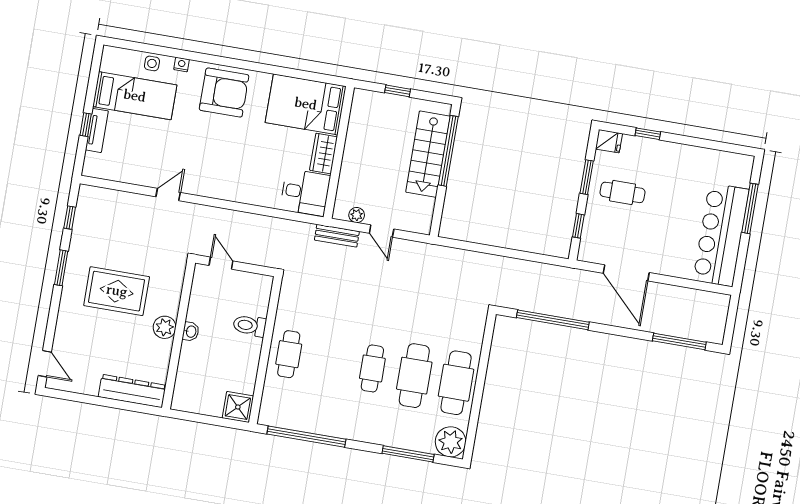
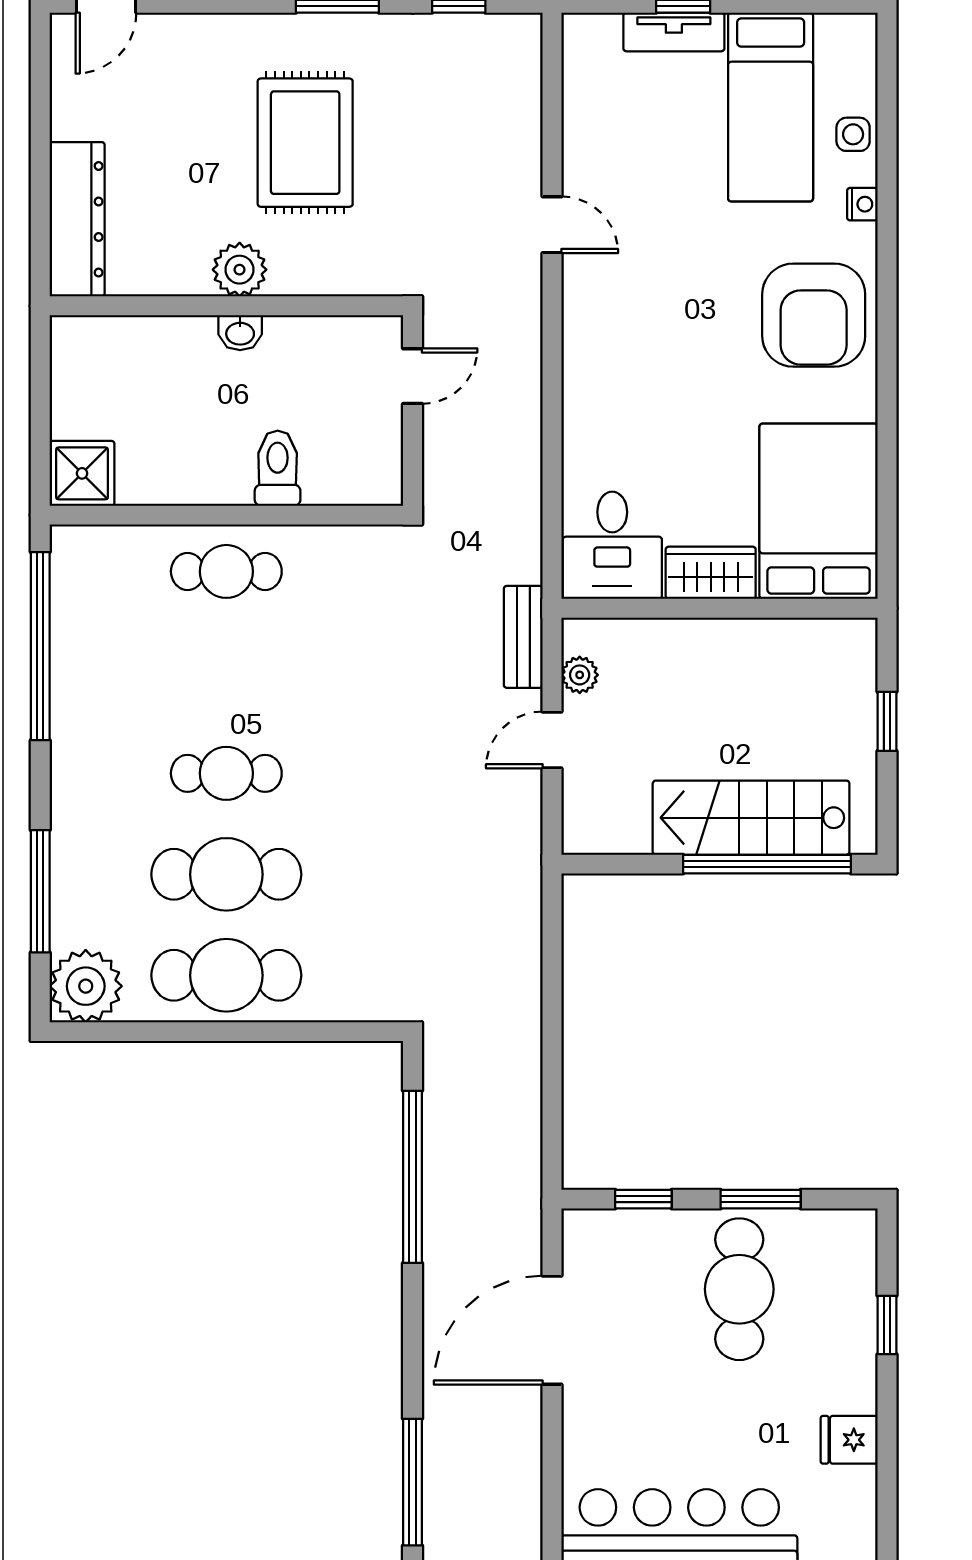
fridge: (609, 141) -> (849, 1440), moved, turned 90
cafe table: (622, 192) -> (739, 1289), width x1.37, depth x1.35

